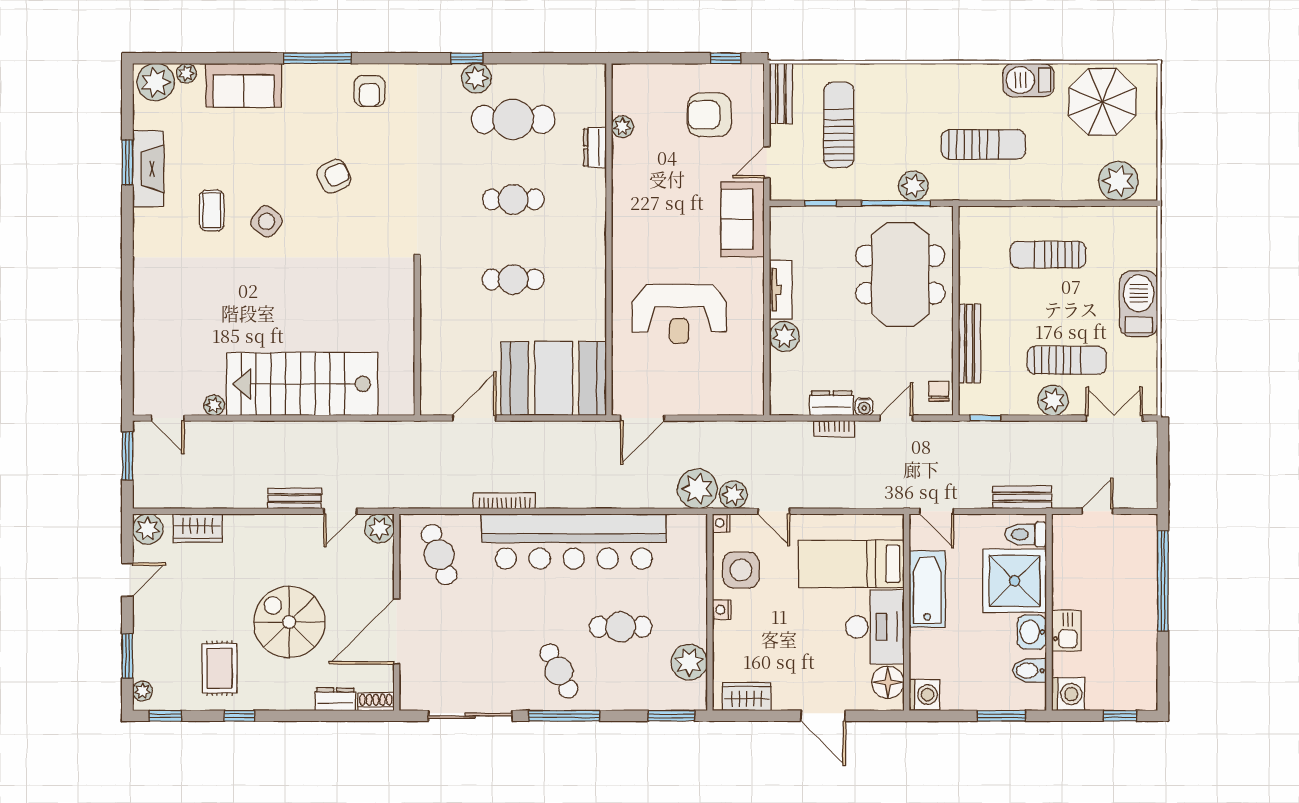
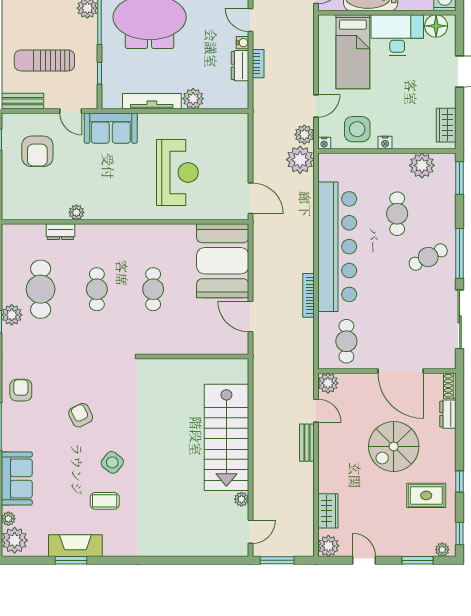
armchair: (369, 91) -> (21, 390), turned -90
plant: (622, 127) -> (76, 212), moved
tv unit: (781, 290) -> (152, 101), width x1.41
cafe table: (439, 555) -> (346, 341), turned -70

